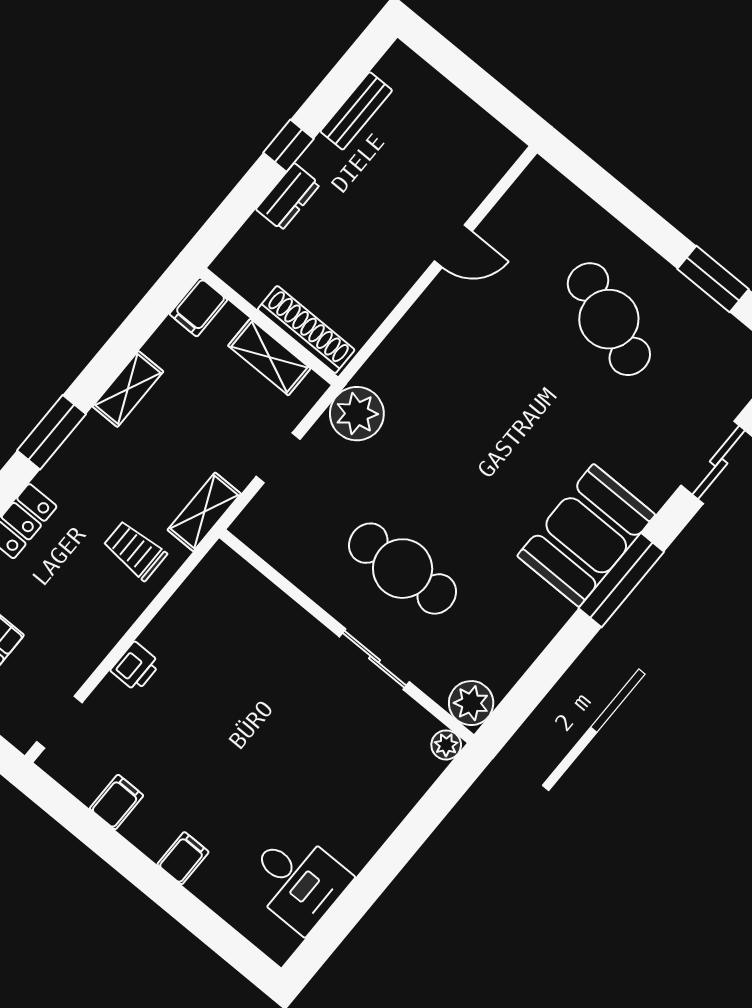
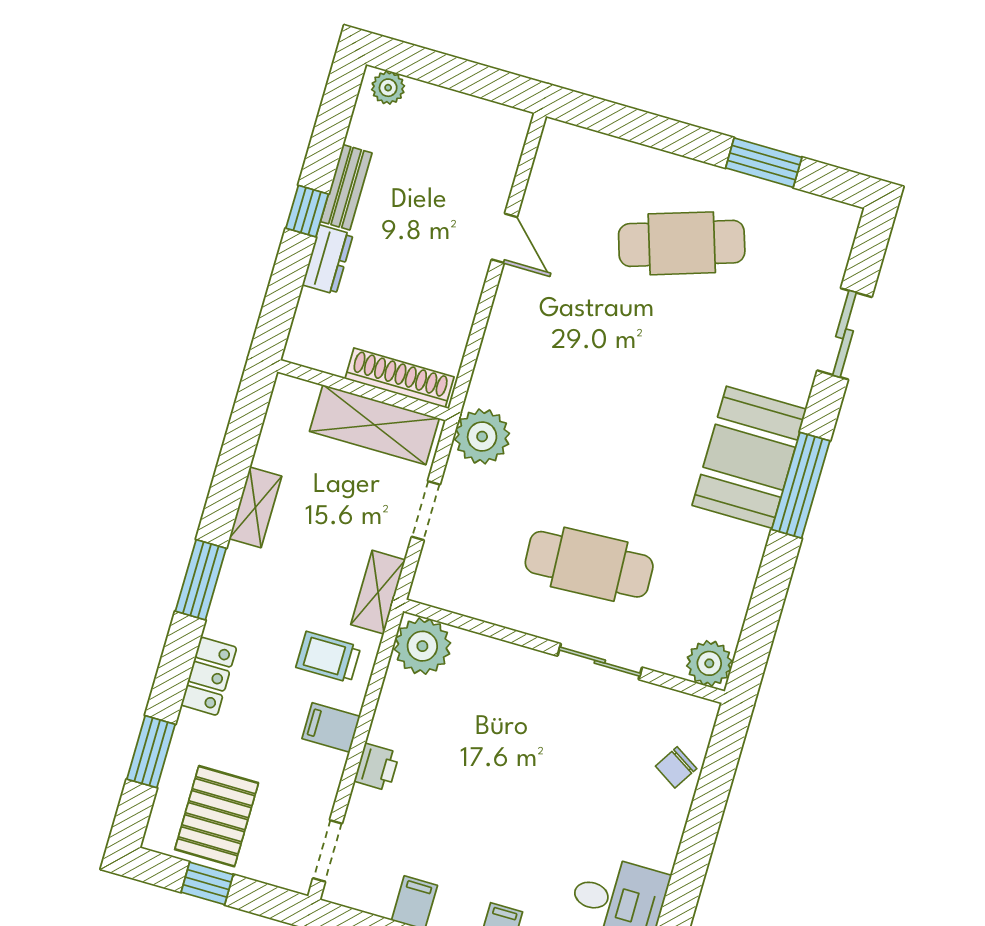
plant: (408, 67) -> (388, 88), added
bench: (356, 111) -> (346, 187), moved
door: (453, 246) -> (504, 238), hinge flipped
filing cabinet: (198, 307) -> (331, 728), moved, turned 90
cafe table: (609, 319) -> (682, 243), turned -39
shelving: (269, 357) -> (374, 425), width x1.50, depth x1.33
plant: (446, 745) -> (422, 646), moved, width x1.88, depth x1.88
chair: (401, 783) -> (676, 767), added

